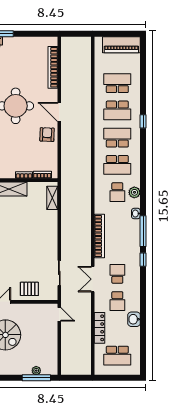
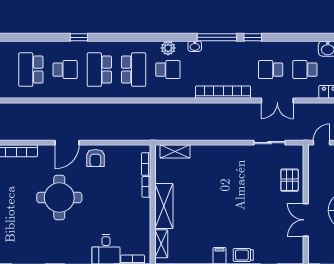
school desk: (117, 110) -> (65, 70), width x0.54
armchair: (47, 135) -> (95, 158), turned -92
school desk: (117, 301) -> (305, 70), turned 180

